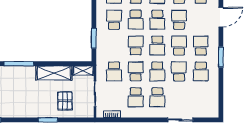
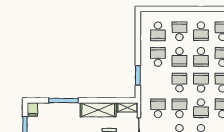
school desk: (157, 46) -> (201, 83), turned 180
school desk: (114, 71) -> (158, 108), turned 180

